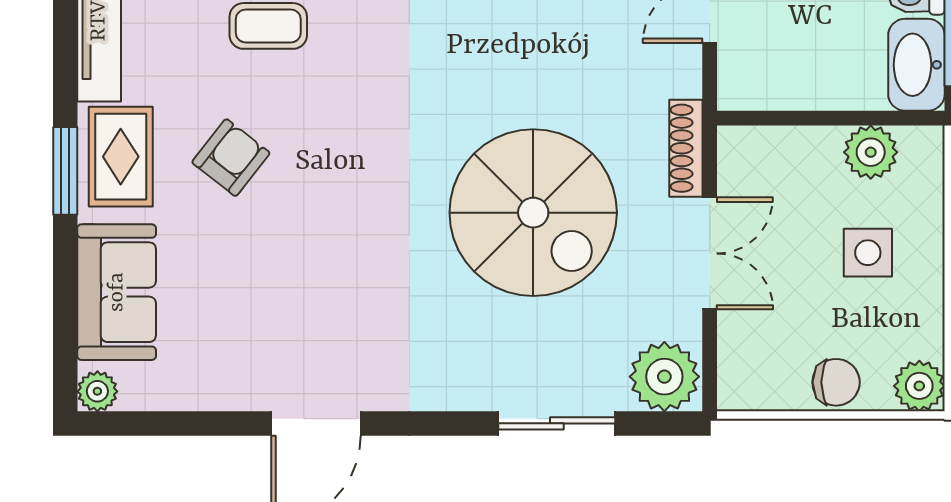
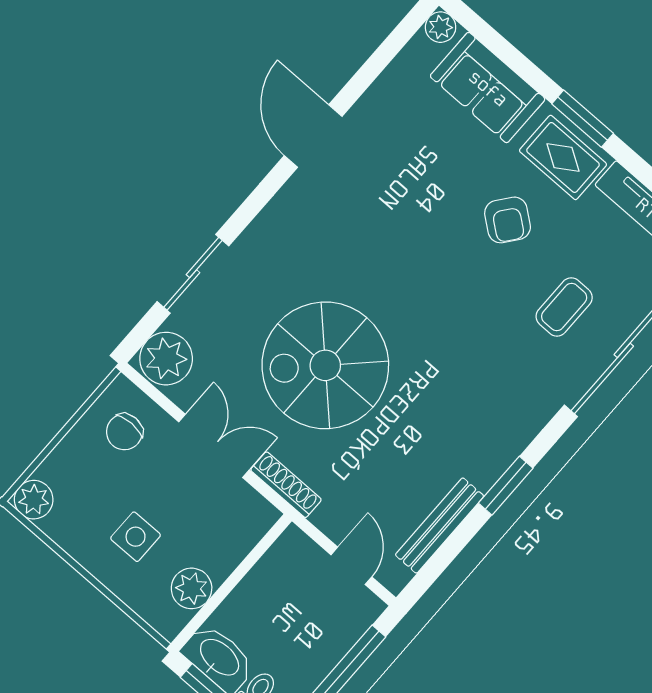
double door: (710, 253) -> (214, 446), swing flipped
chair: (836, 382) -> (124, 432), moved

